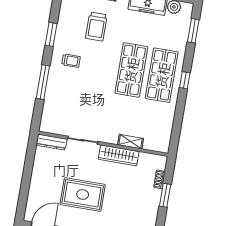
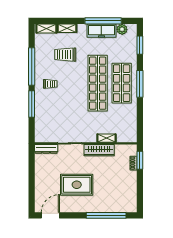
trolley: (96, 27) -> (65, 55), turned 90
window: (51, 34) -> (32, 66), width x2.11
shop shelf: (131, 70) -> (98, 83), width x1.40
window: (185, 80) -> (140, 84), width x2.17
window: (165, 195) -> (140, 160), moved

